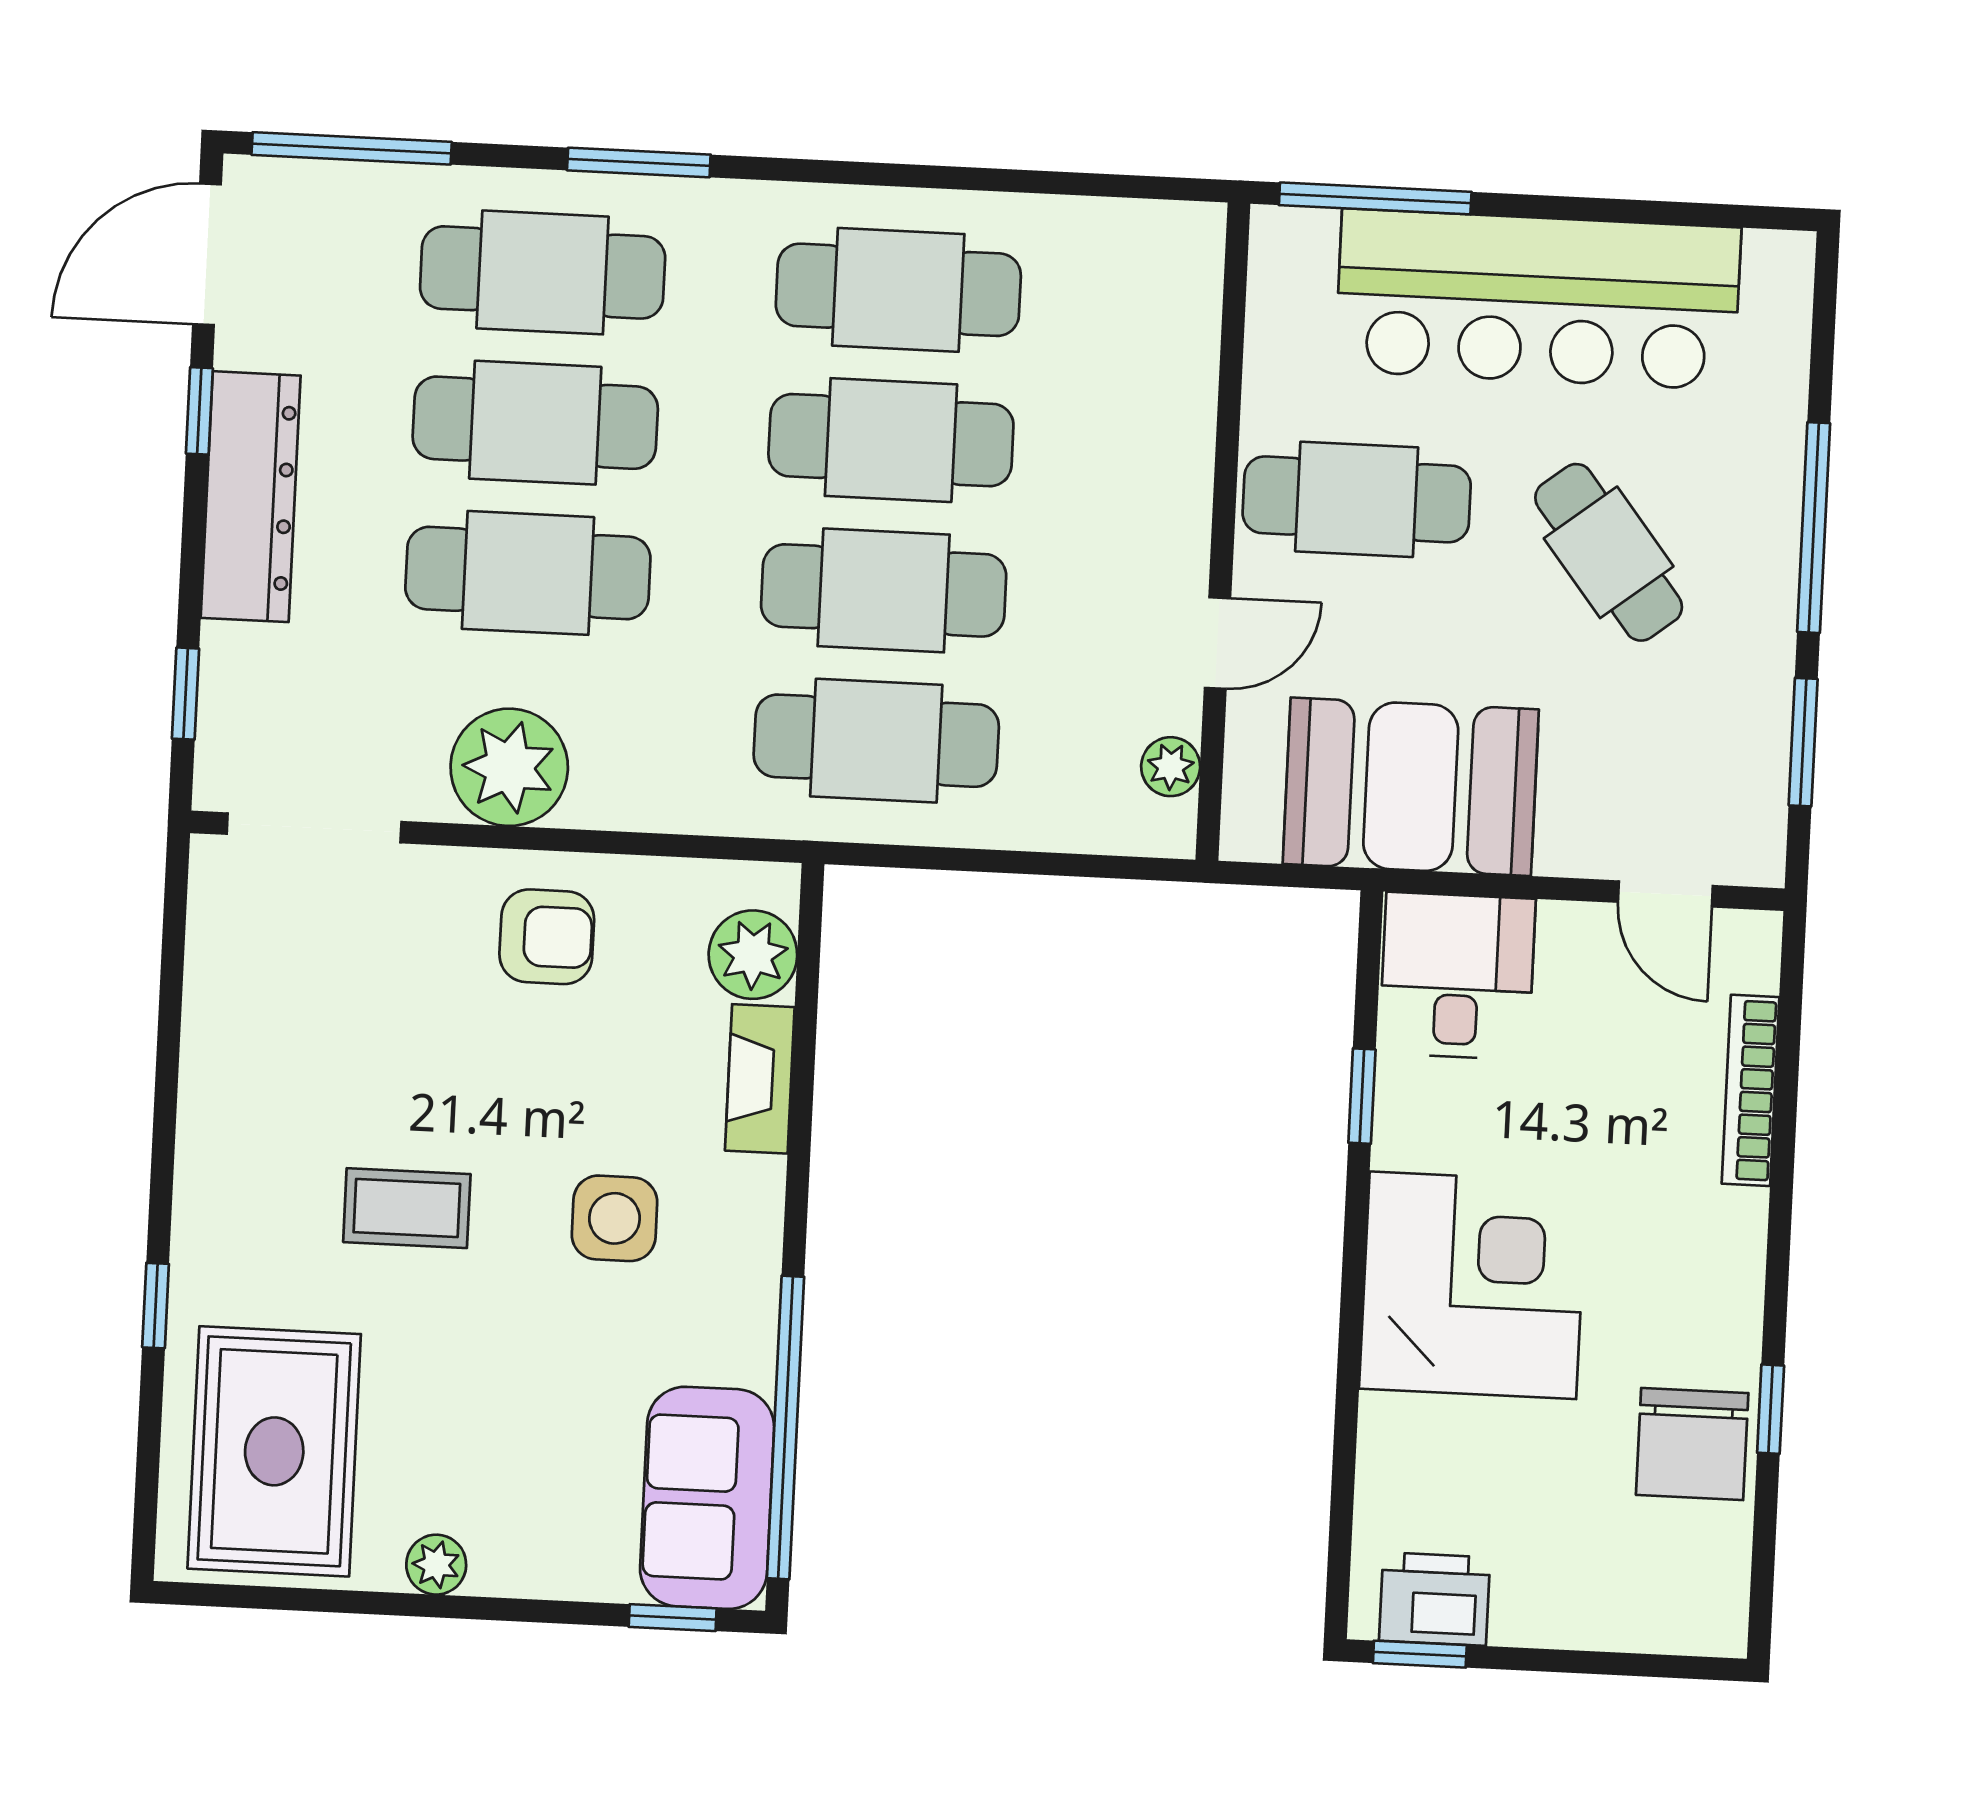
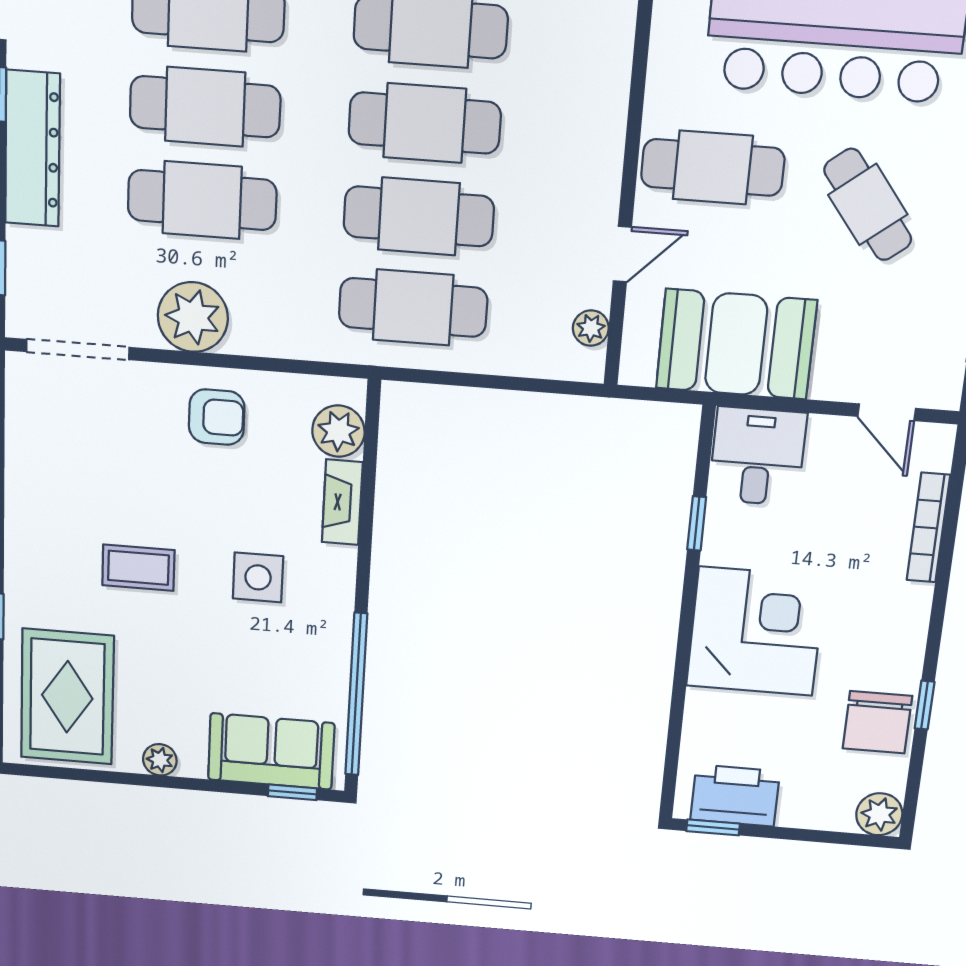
sofa: (707, 1498) -> (271, 751), moved, turned 90
printer: (1435, 1599) -> (735, 795), width x1.37, depth x1.19
plant: (1709, 1617) -> (879, 814), added

